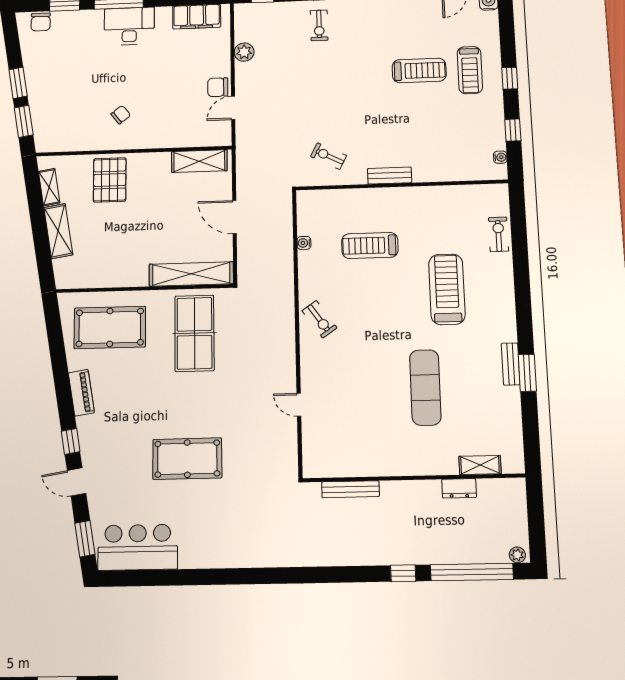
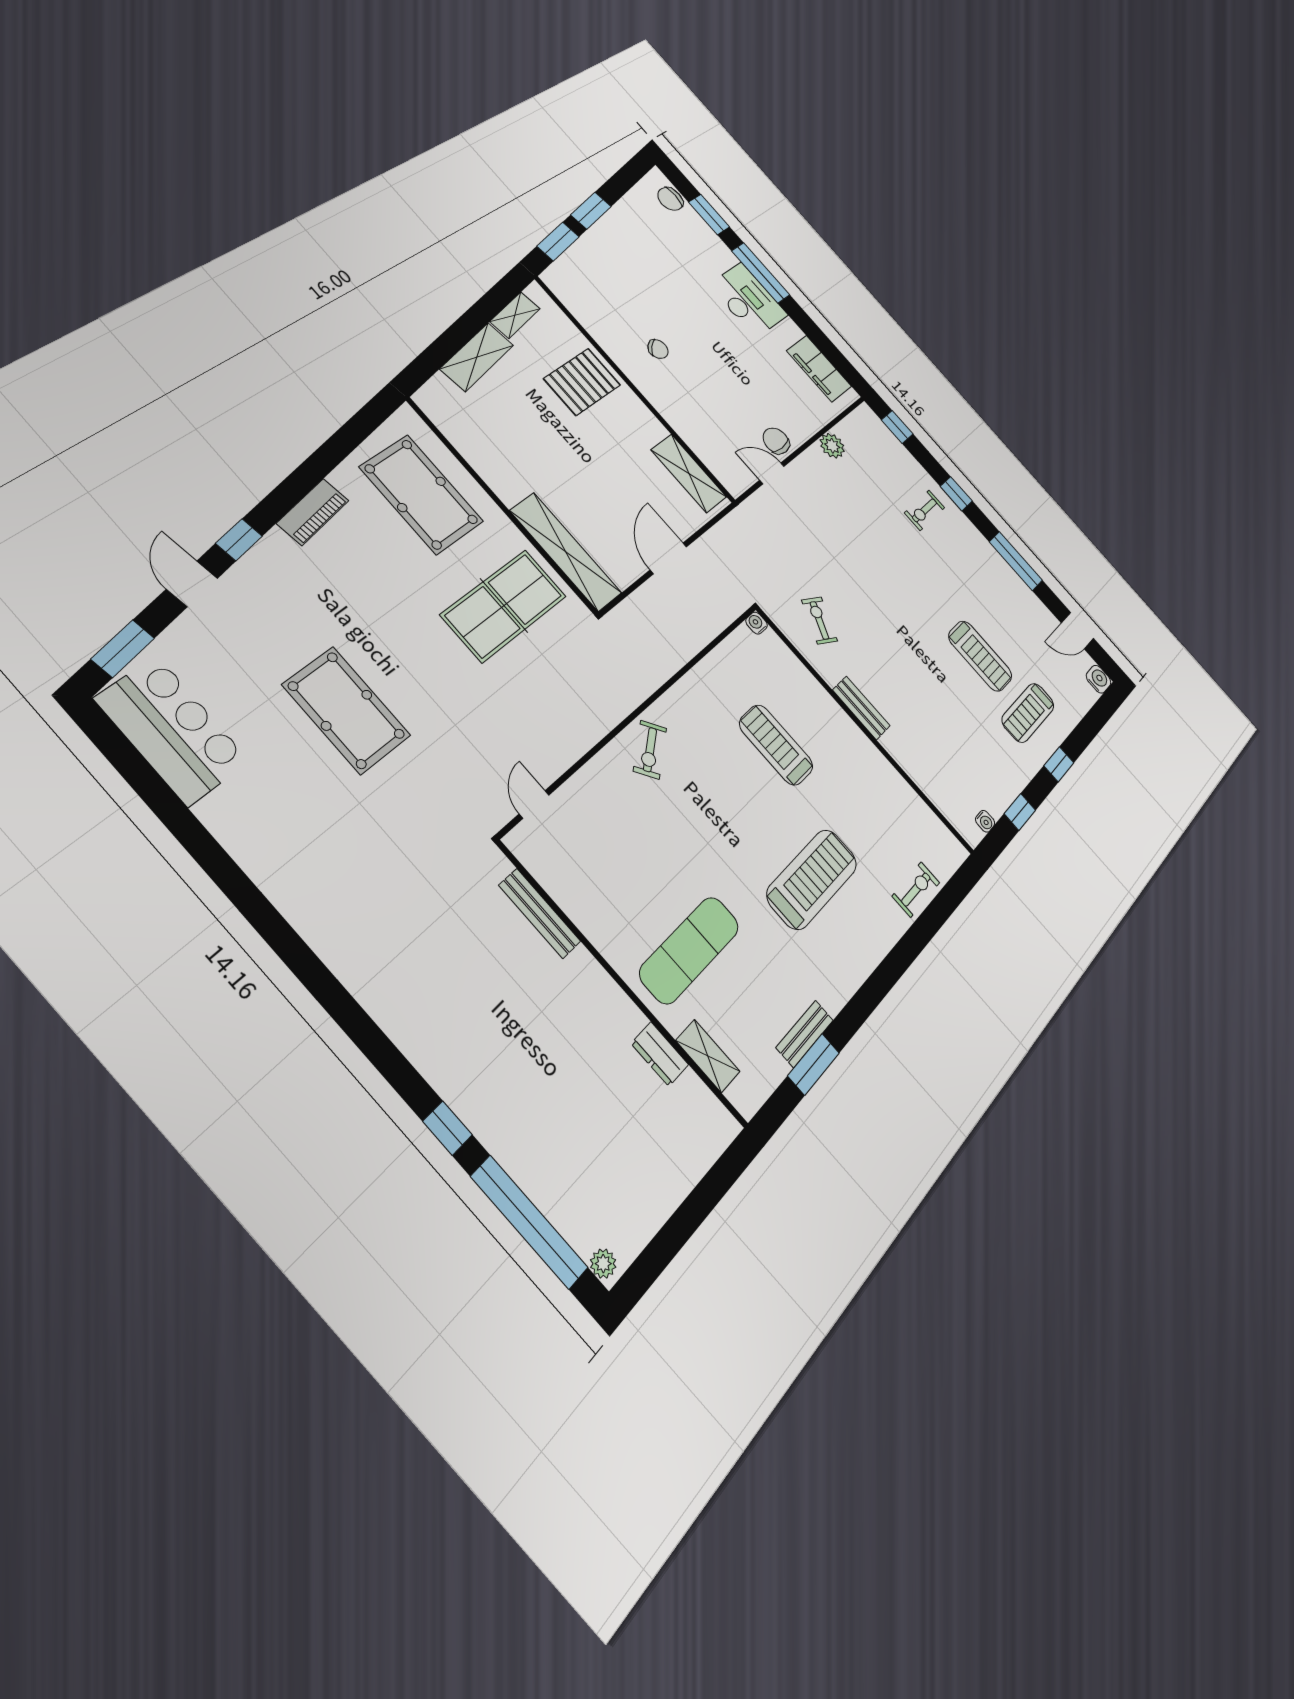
water cooler: (304, 243) -> (757, 623), moved
shelving: (480, 465) -> (708, 1056), moved
wall: (413, 478) -> (622, 983), moved
dresser: (459, 488) -> (660, 1054), moved
bench: (350, 489) -> (540, 913), moved

